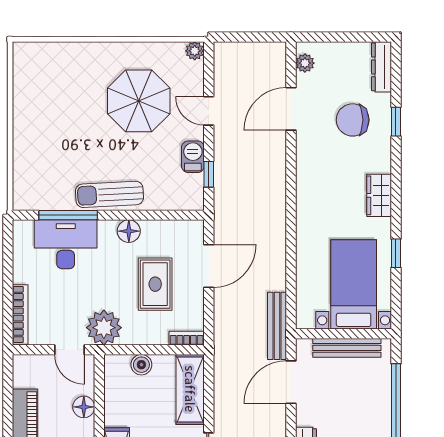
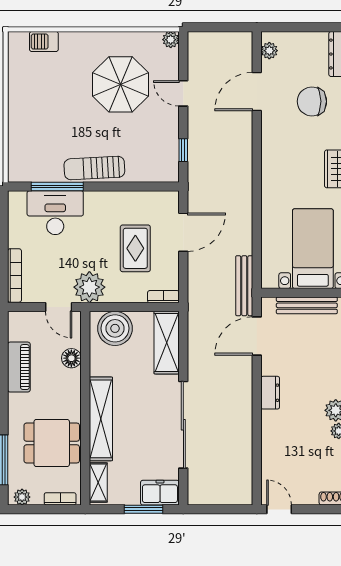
barbecue: (193, 157) -> (44, 42), moved, turned -90
floor lamp: (129, 231) -> (112, 201), removed
boiler: (141, 365) -> (115, 328), width x1.86, depth x1.86

